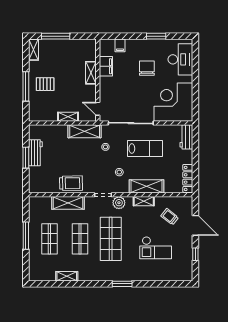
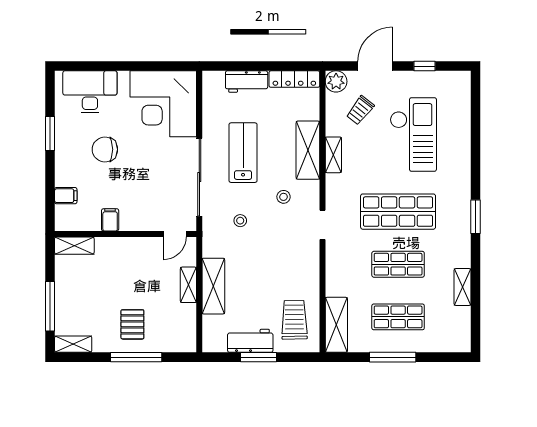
filing cabinet: (106, 66) -> (110, 220), width x0.50
shelving: (91, 73) -> (74, 246), moved
shelving: (85, 131) -> (213, 286), moved
workbench: (186, 137) -> (247, 82), moved
trolley: (71, 183) -> (294, 320), moved
shelving: (68, 203) -> (336, 325), moved
plant: (119, 203) -> (336, 81), moved
checkout: (156, 248) -> (413, 134), width x1.36, depth x1.21
window: (122, 284) -> (475, 217), moved

